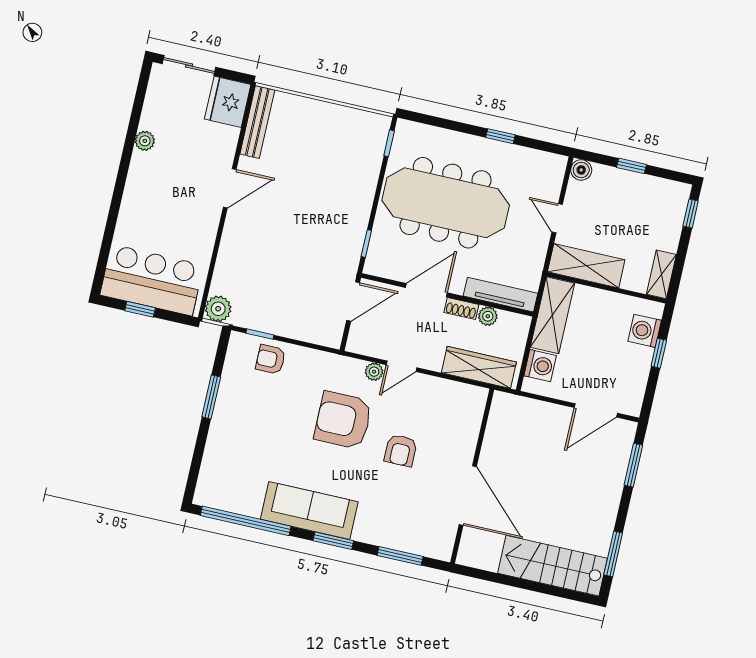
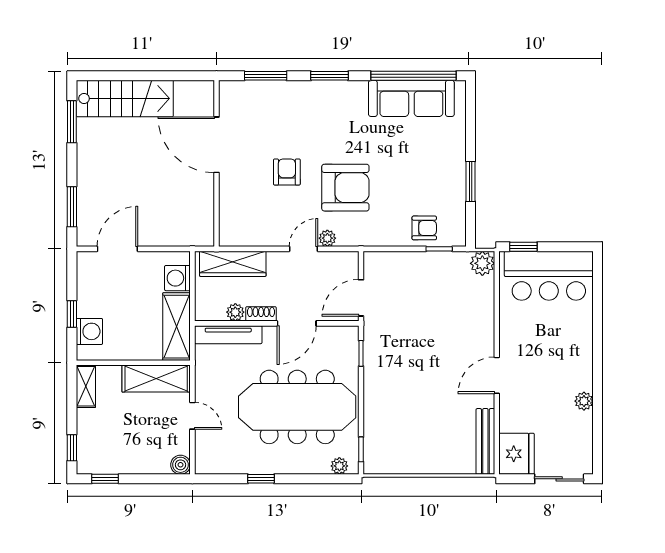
plant: (416, 131) -> (339, 466), added
window: (632, 166) -> (105, 479), moved
window: (140, 309) -> (523, 247), moved
sofa: (309, 511) -> (411, 98), moved

